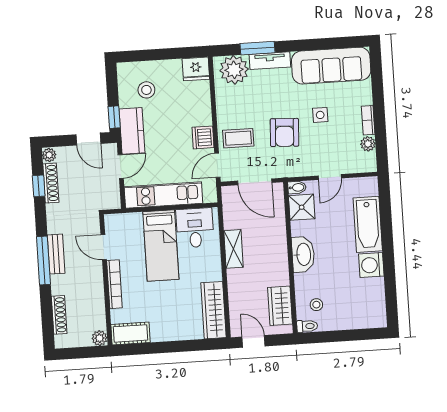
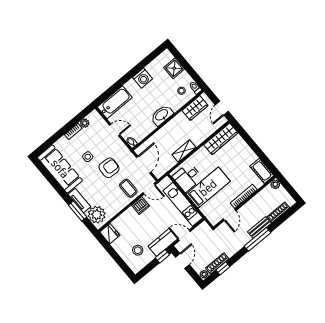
shower: (302, 207) -> (174, 68), moved
bathtub: (368, 224) -> (115, 102), moved
bench: (56, 254) -> (259, 227), moved

